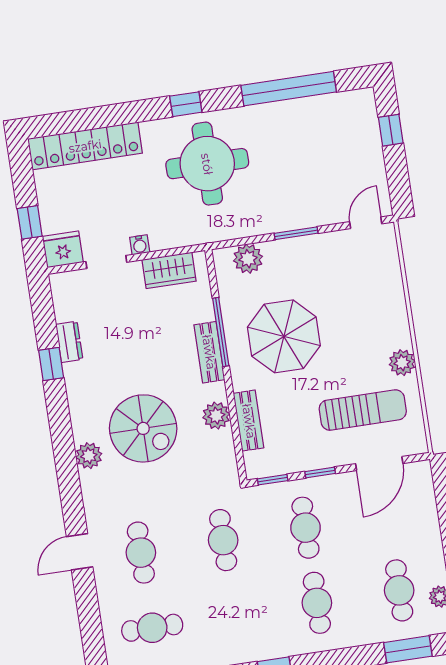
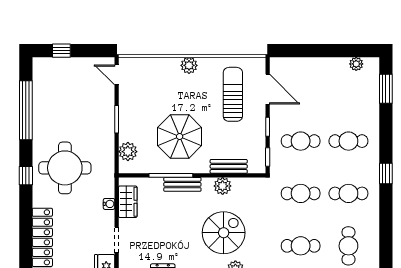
water cooler: (140, 245) -> (109, 204), moved
plant: (402, 363) -> (189, 65), moved
cafe table: (399, 590) -> (348, 193), moved

